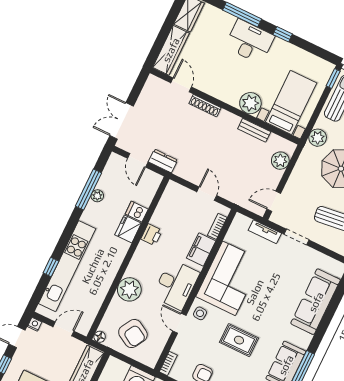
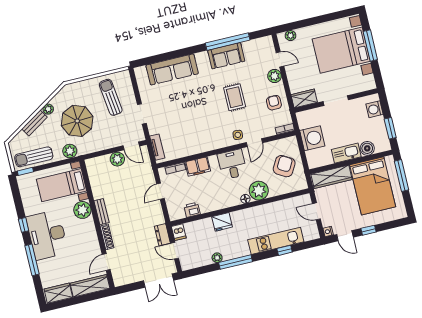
desk: (250, 41) -> (47, 235), width x1.36, depth x1.30
bench: (254, 130) -> (102, 212), moved
door: (138, 160) -> (175, 251), swing flipped
plant: (280, 161) -> (117, 159), moved
window: (88, 190) -> (236, 262), moved
dishwasher: (137, 212) -> (179, 232), moved
tv unit: (265, 232) -> (157, 147), moved
printer: (152, 235) -> (192, 210), moved
kitchen unit: (67, 266) -> (276, 241), width x0.73
corner sofa: (229, 278) -> (201, 135), removed
desk: (176, 285) -> (232, 164), width x0.73
floor lamp: (100, 337) -> (245, 199), moved

